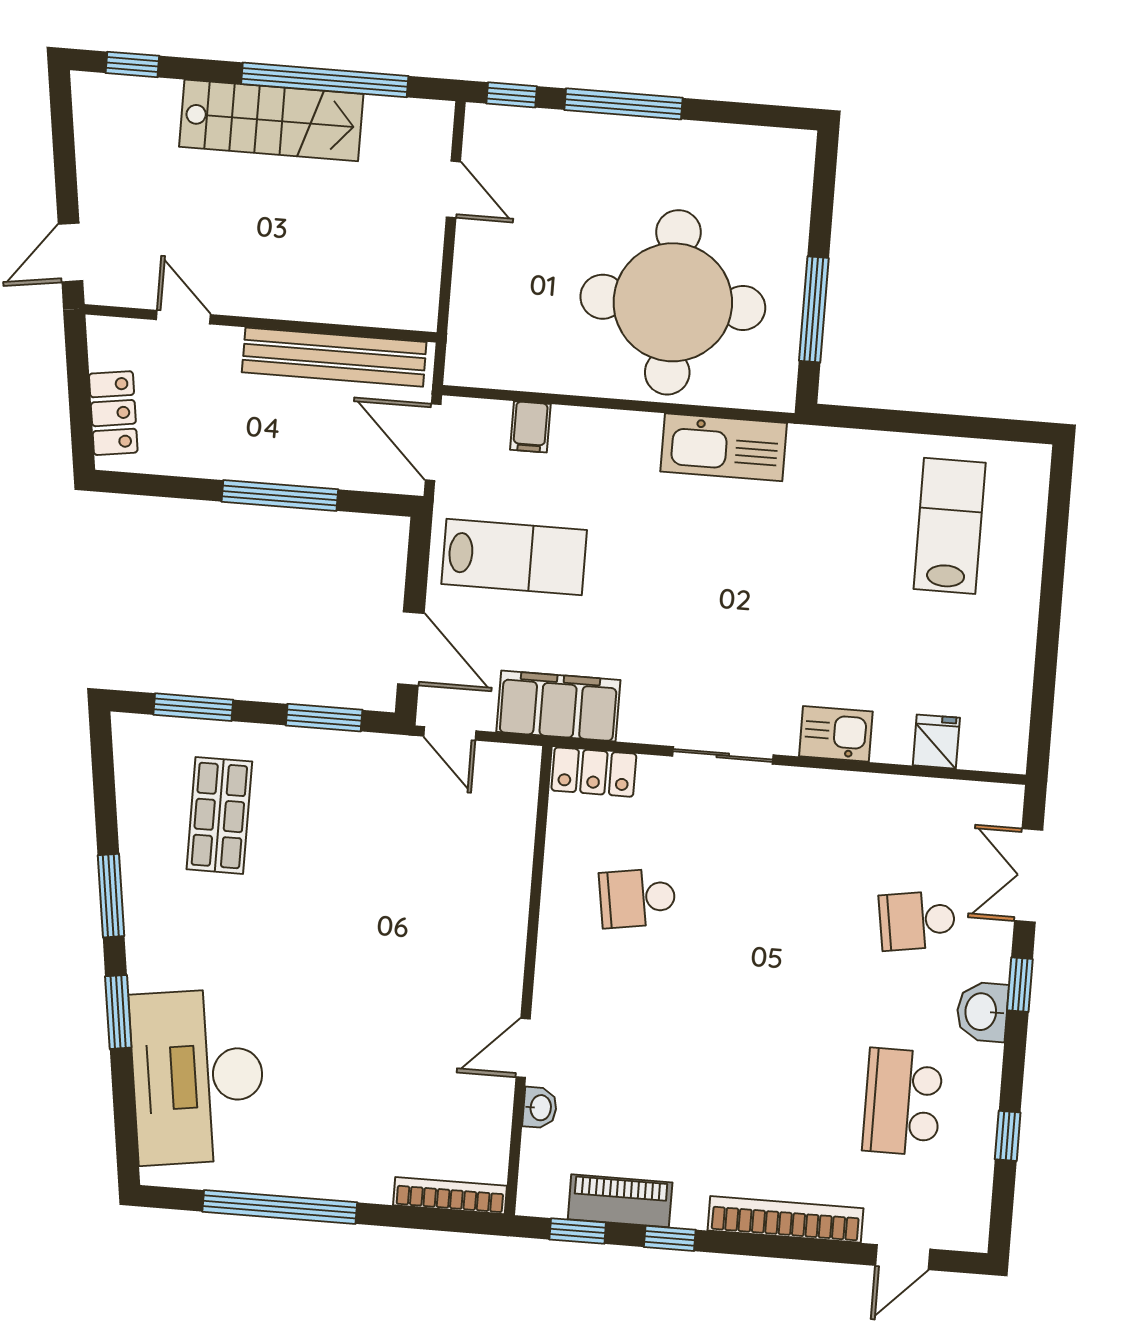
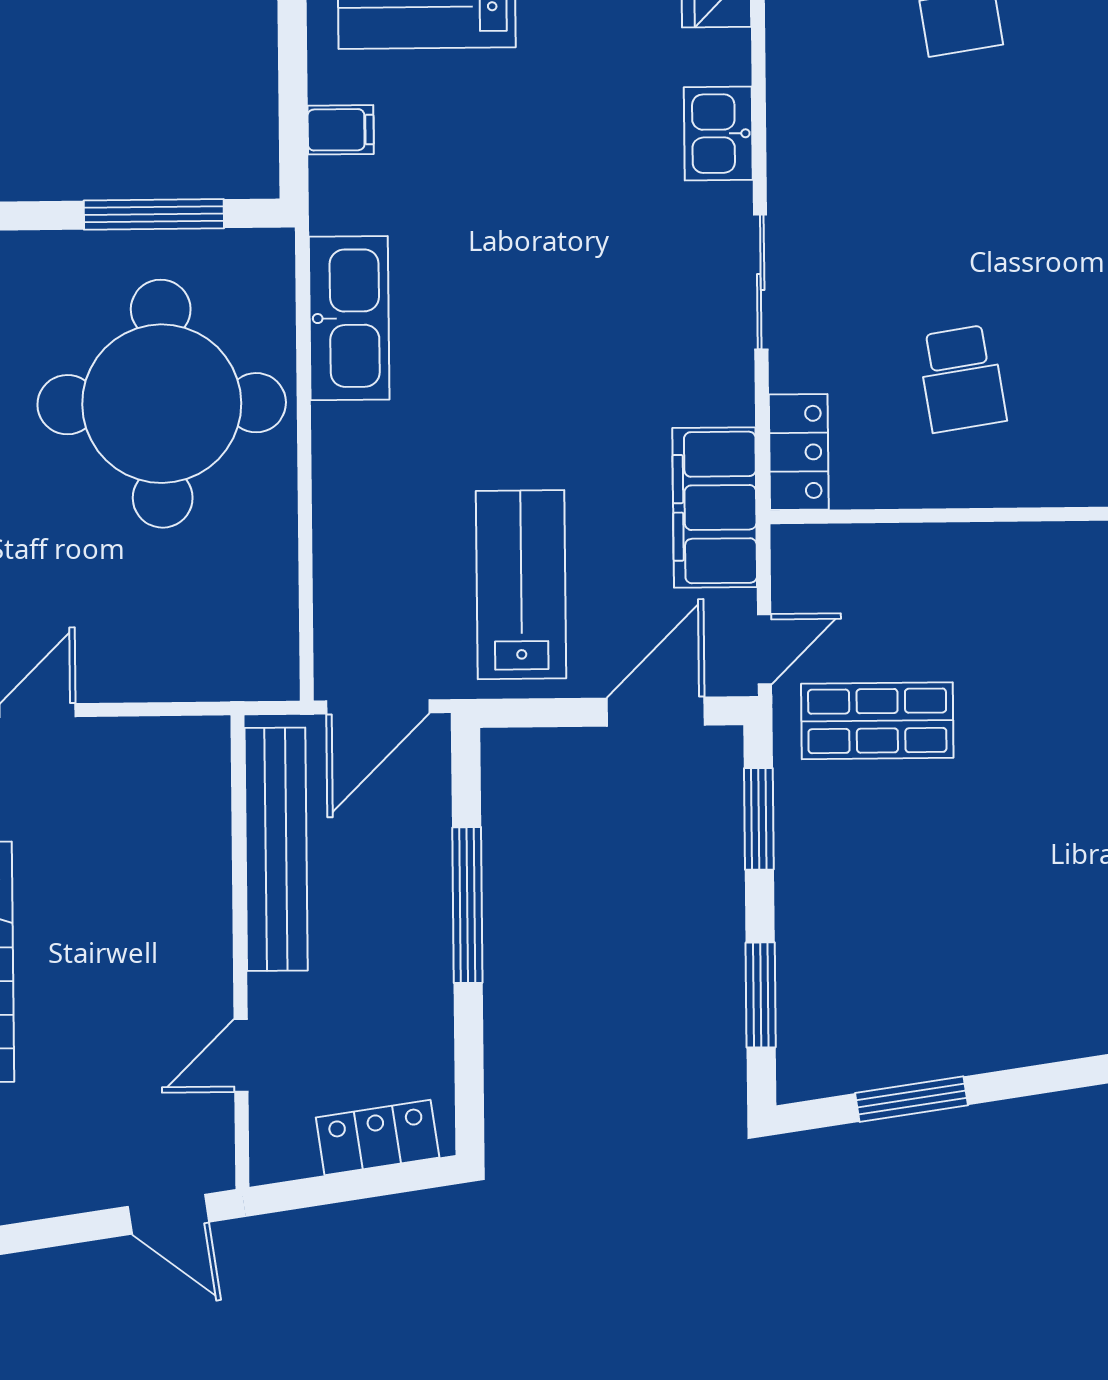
filing cabinet: (530, 427) -> (341, 130), moved
shop shelf: (219, 815) -> (877, 721), moved
window: (111, 896) -> (912, 1099), moved

